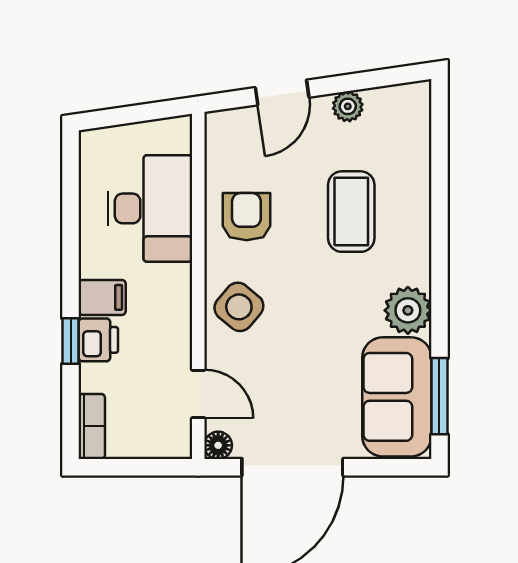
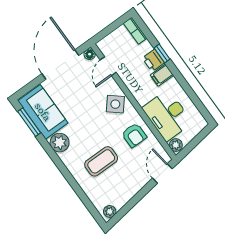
door: (282, 92) -> (162, 173), moved
plant: (348, 106) -> (110, 211), moved
plant: (176, 136) -> (176, 145), added
coffee table: (351, 212) -> (101, 161), turned 90
door: (198, 394) -> (108, 66), hinge flipped

